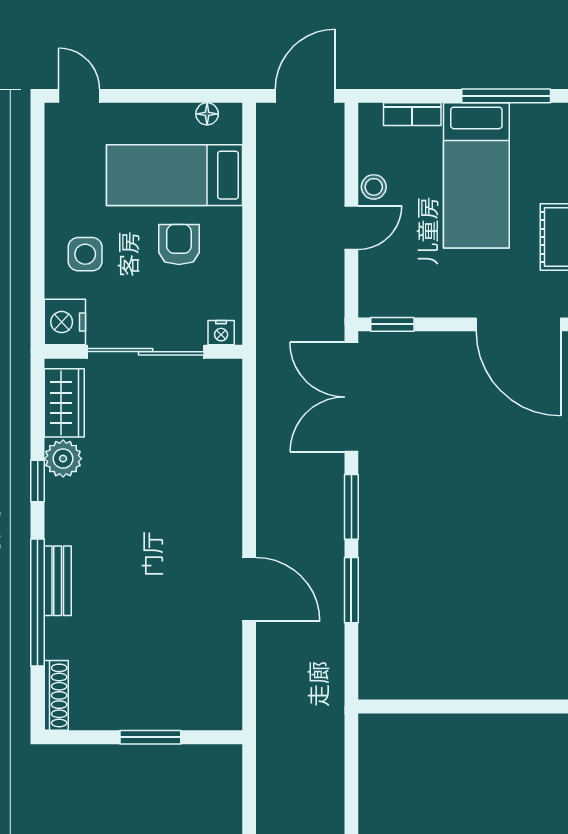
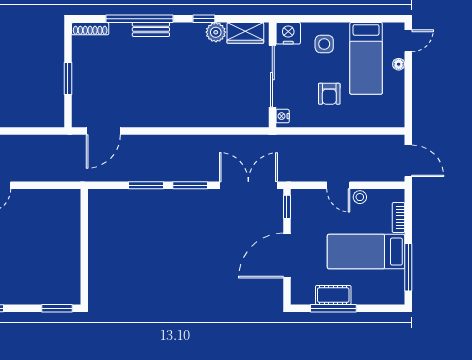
floor lamp: (207, 114) -> (399, 64), moved
bed: (174, 175) -> (366, 58), moved, turned 180
armchair: (179, 245) -> (329, 94), turned 90
door: (518, 324) -> (287, 256), moved
door: (249, 589) -> (103, 131), moved

